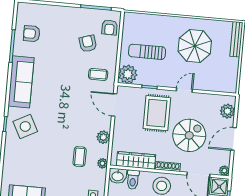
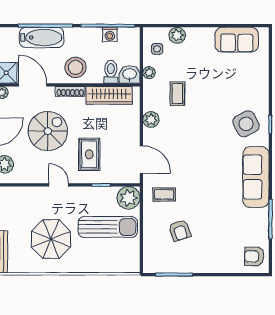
armchair: (109, 27) -> (156, 252), removed
armchair: (32, 34) -> (254, 256), moved, turned 180
sun lounger: (147, 52) -> (108, 227), width x1.36, depth x1.34
door: (184, 90) -> (59, 185), swing flipped
rug: (157, 113) -> (89, 154), width x0.73, depth x0.70
spiral stairs: (189, 135) -> (48, 131), turned 180
plant: (103, 163) -> (149, 73), moved

